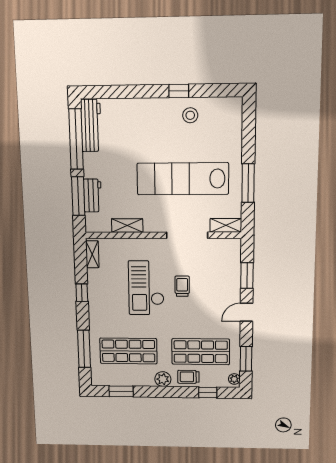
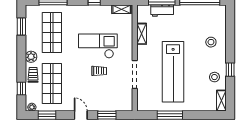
stool: (137, 121) -> (211, 42), added
workbench: (91, 125) -> (209, 11), removed
lab bench: (183, 179) -> (173, 72), turned 180
shelving: (226, 225) -> (221, 101), moved

